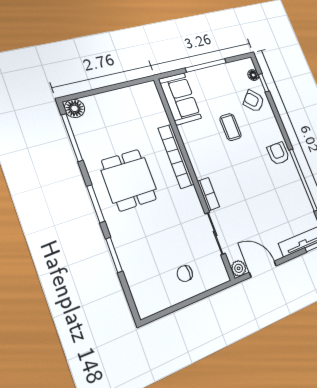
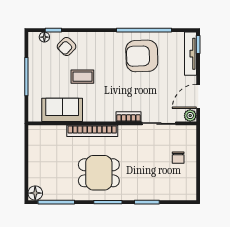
sofa: (180, 99) -> (62, 110), moved
armchair: (278, 153) -> (142, 56), moved, width x1.88, depth x1.88

